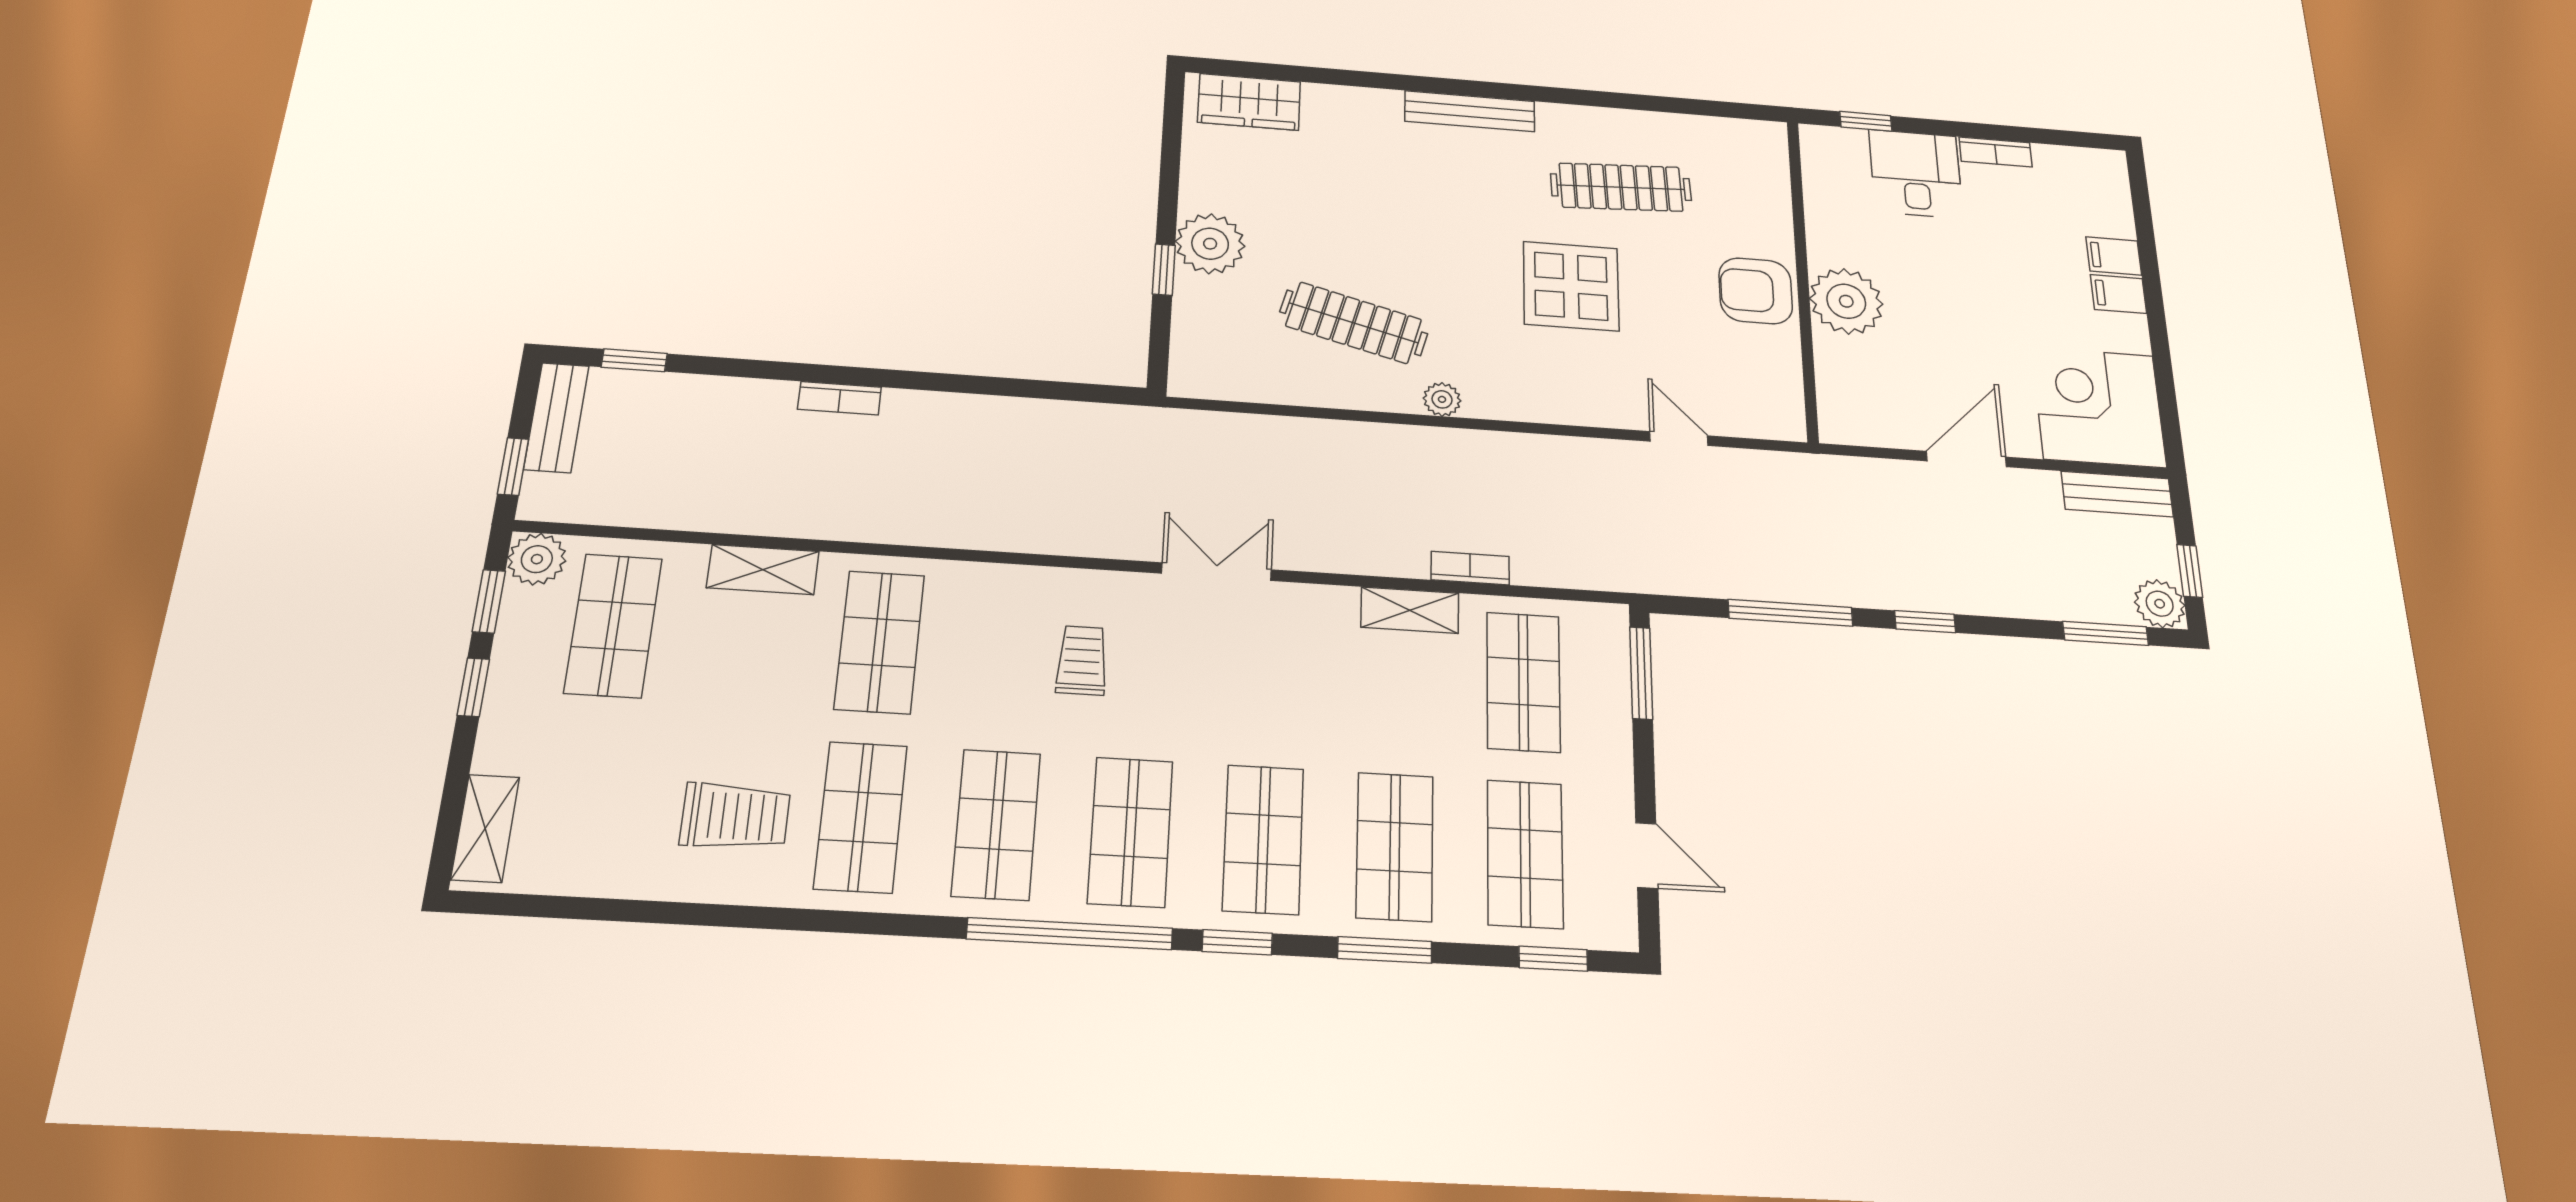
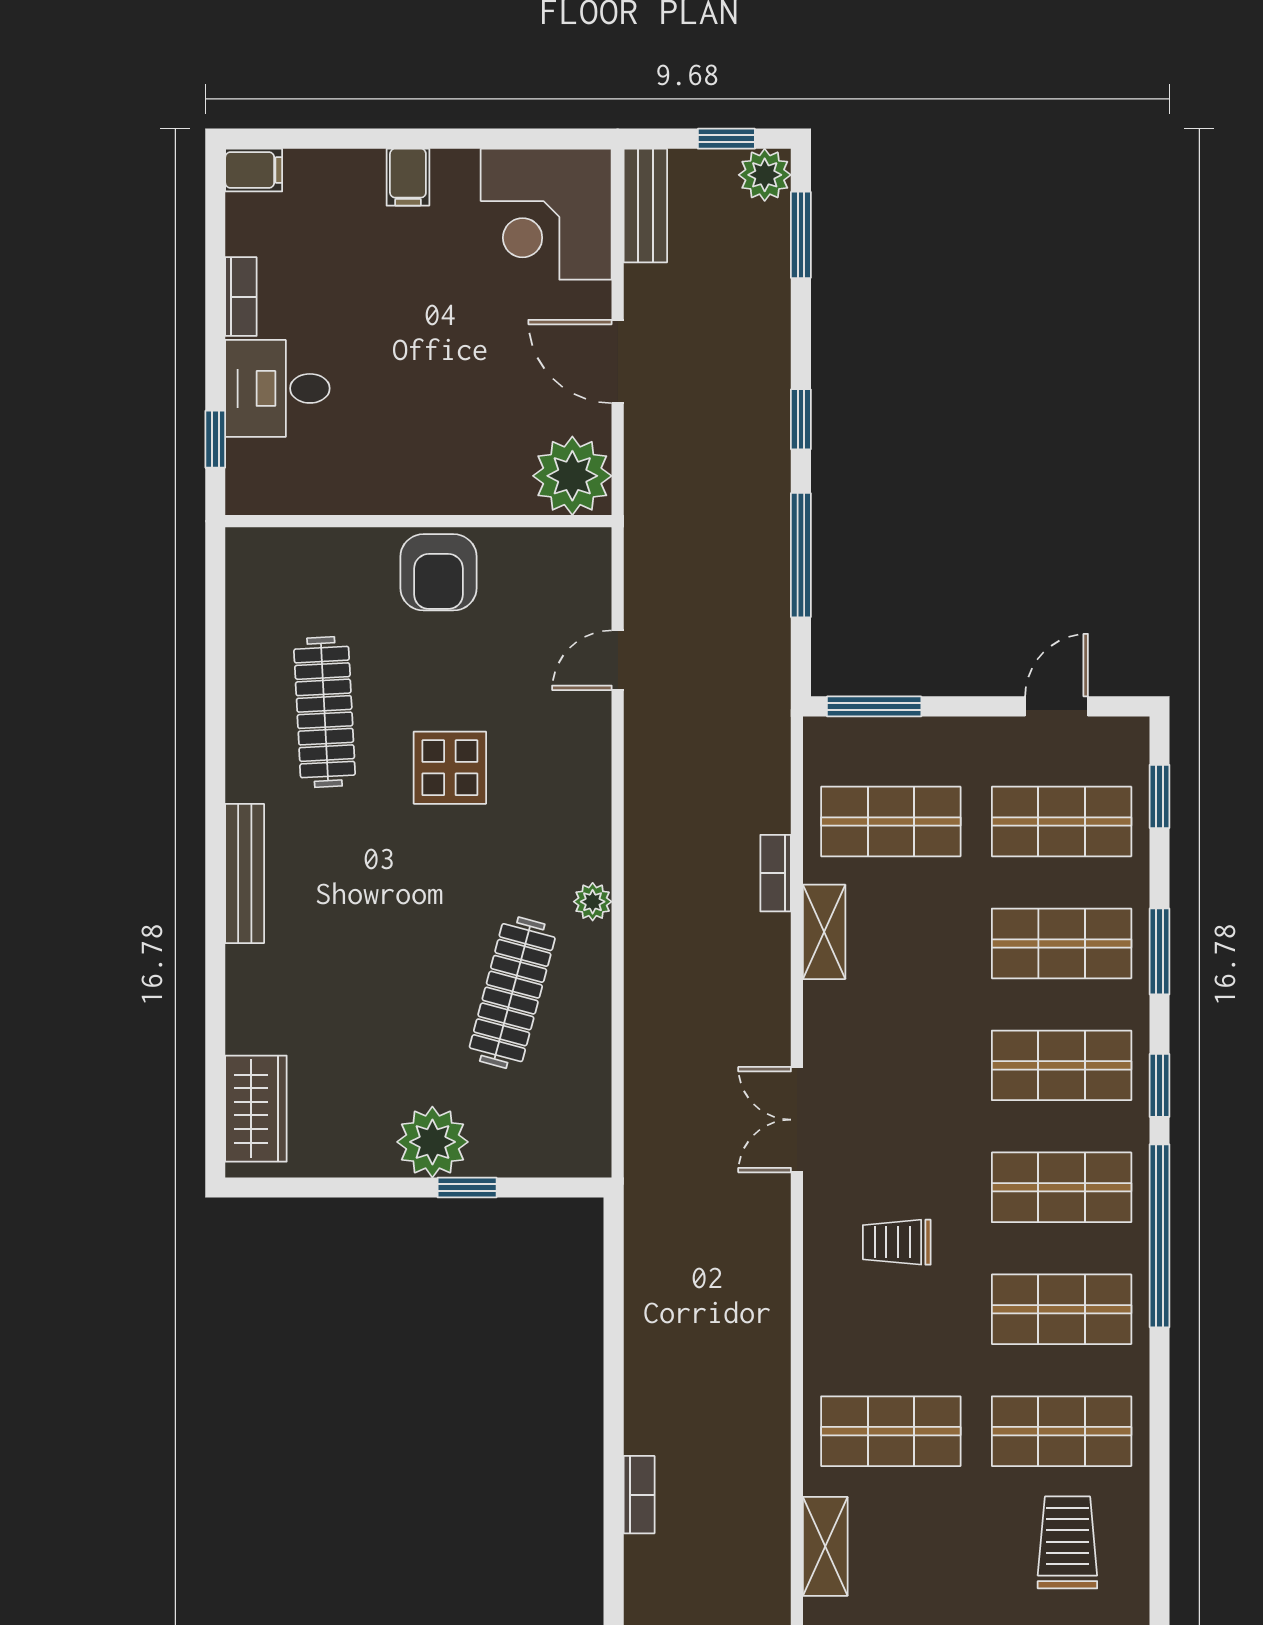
filing cabinet: (2114, 256) -> (254, 170), moved, turned -90
display table: (1571, 286) -> (450, 768), width x0.73, depth x0.73
plant: (1846, 301) -> (572, 476), moved

